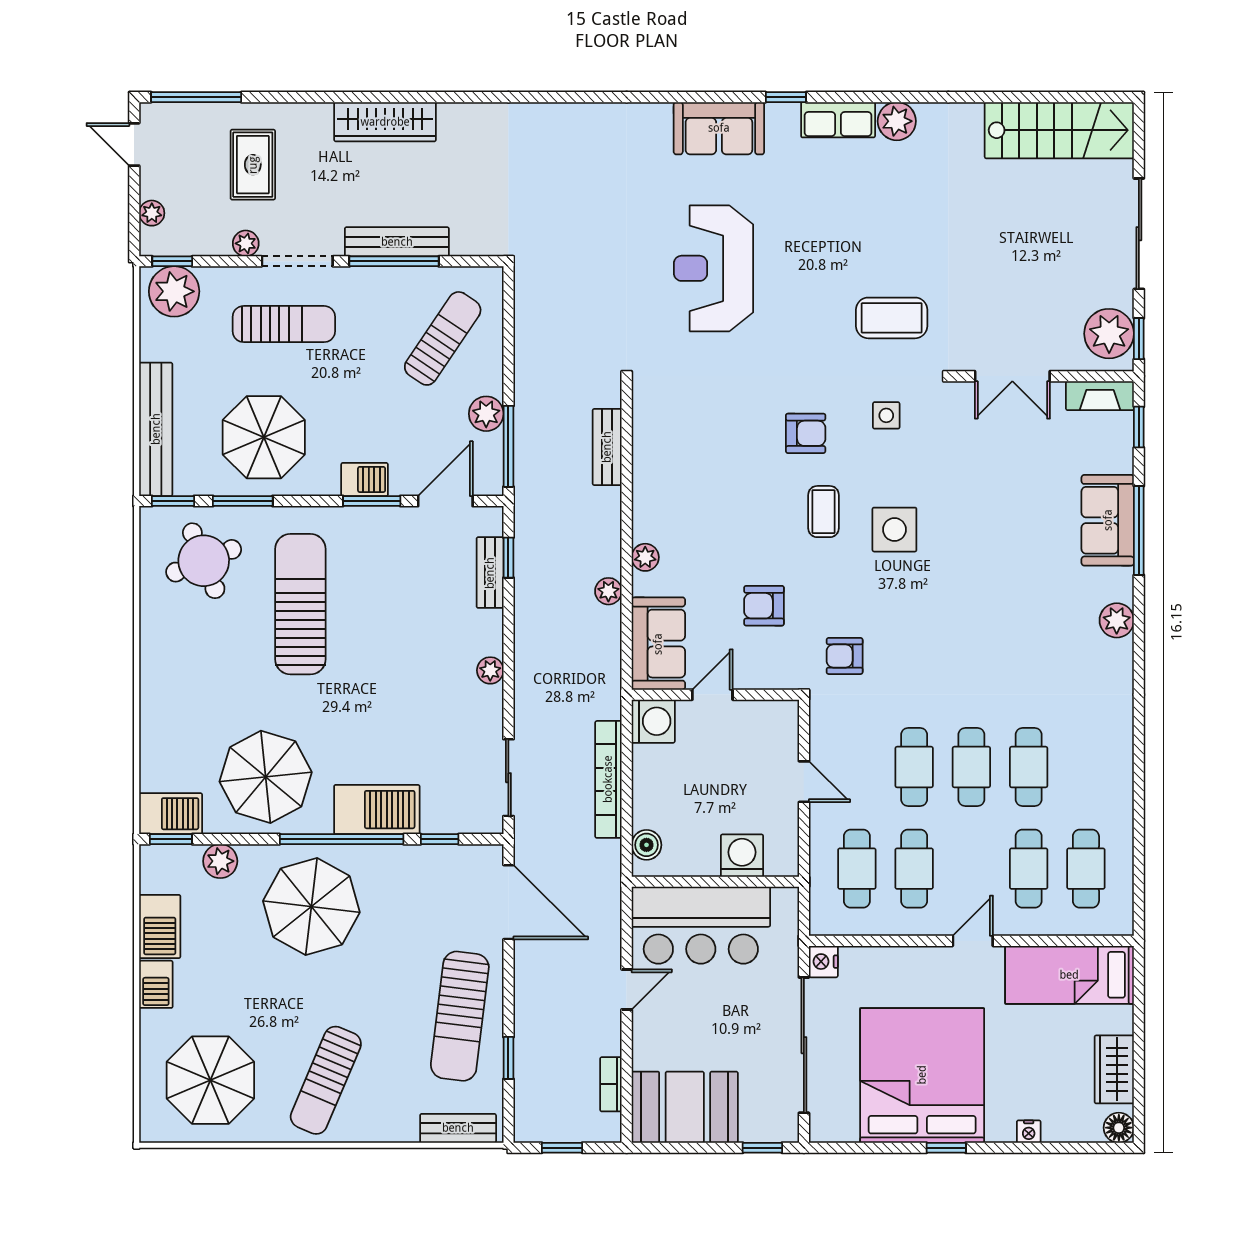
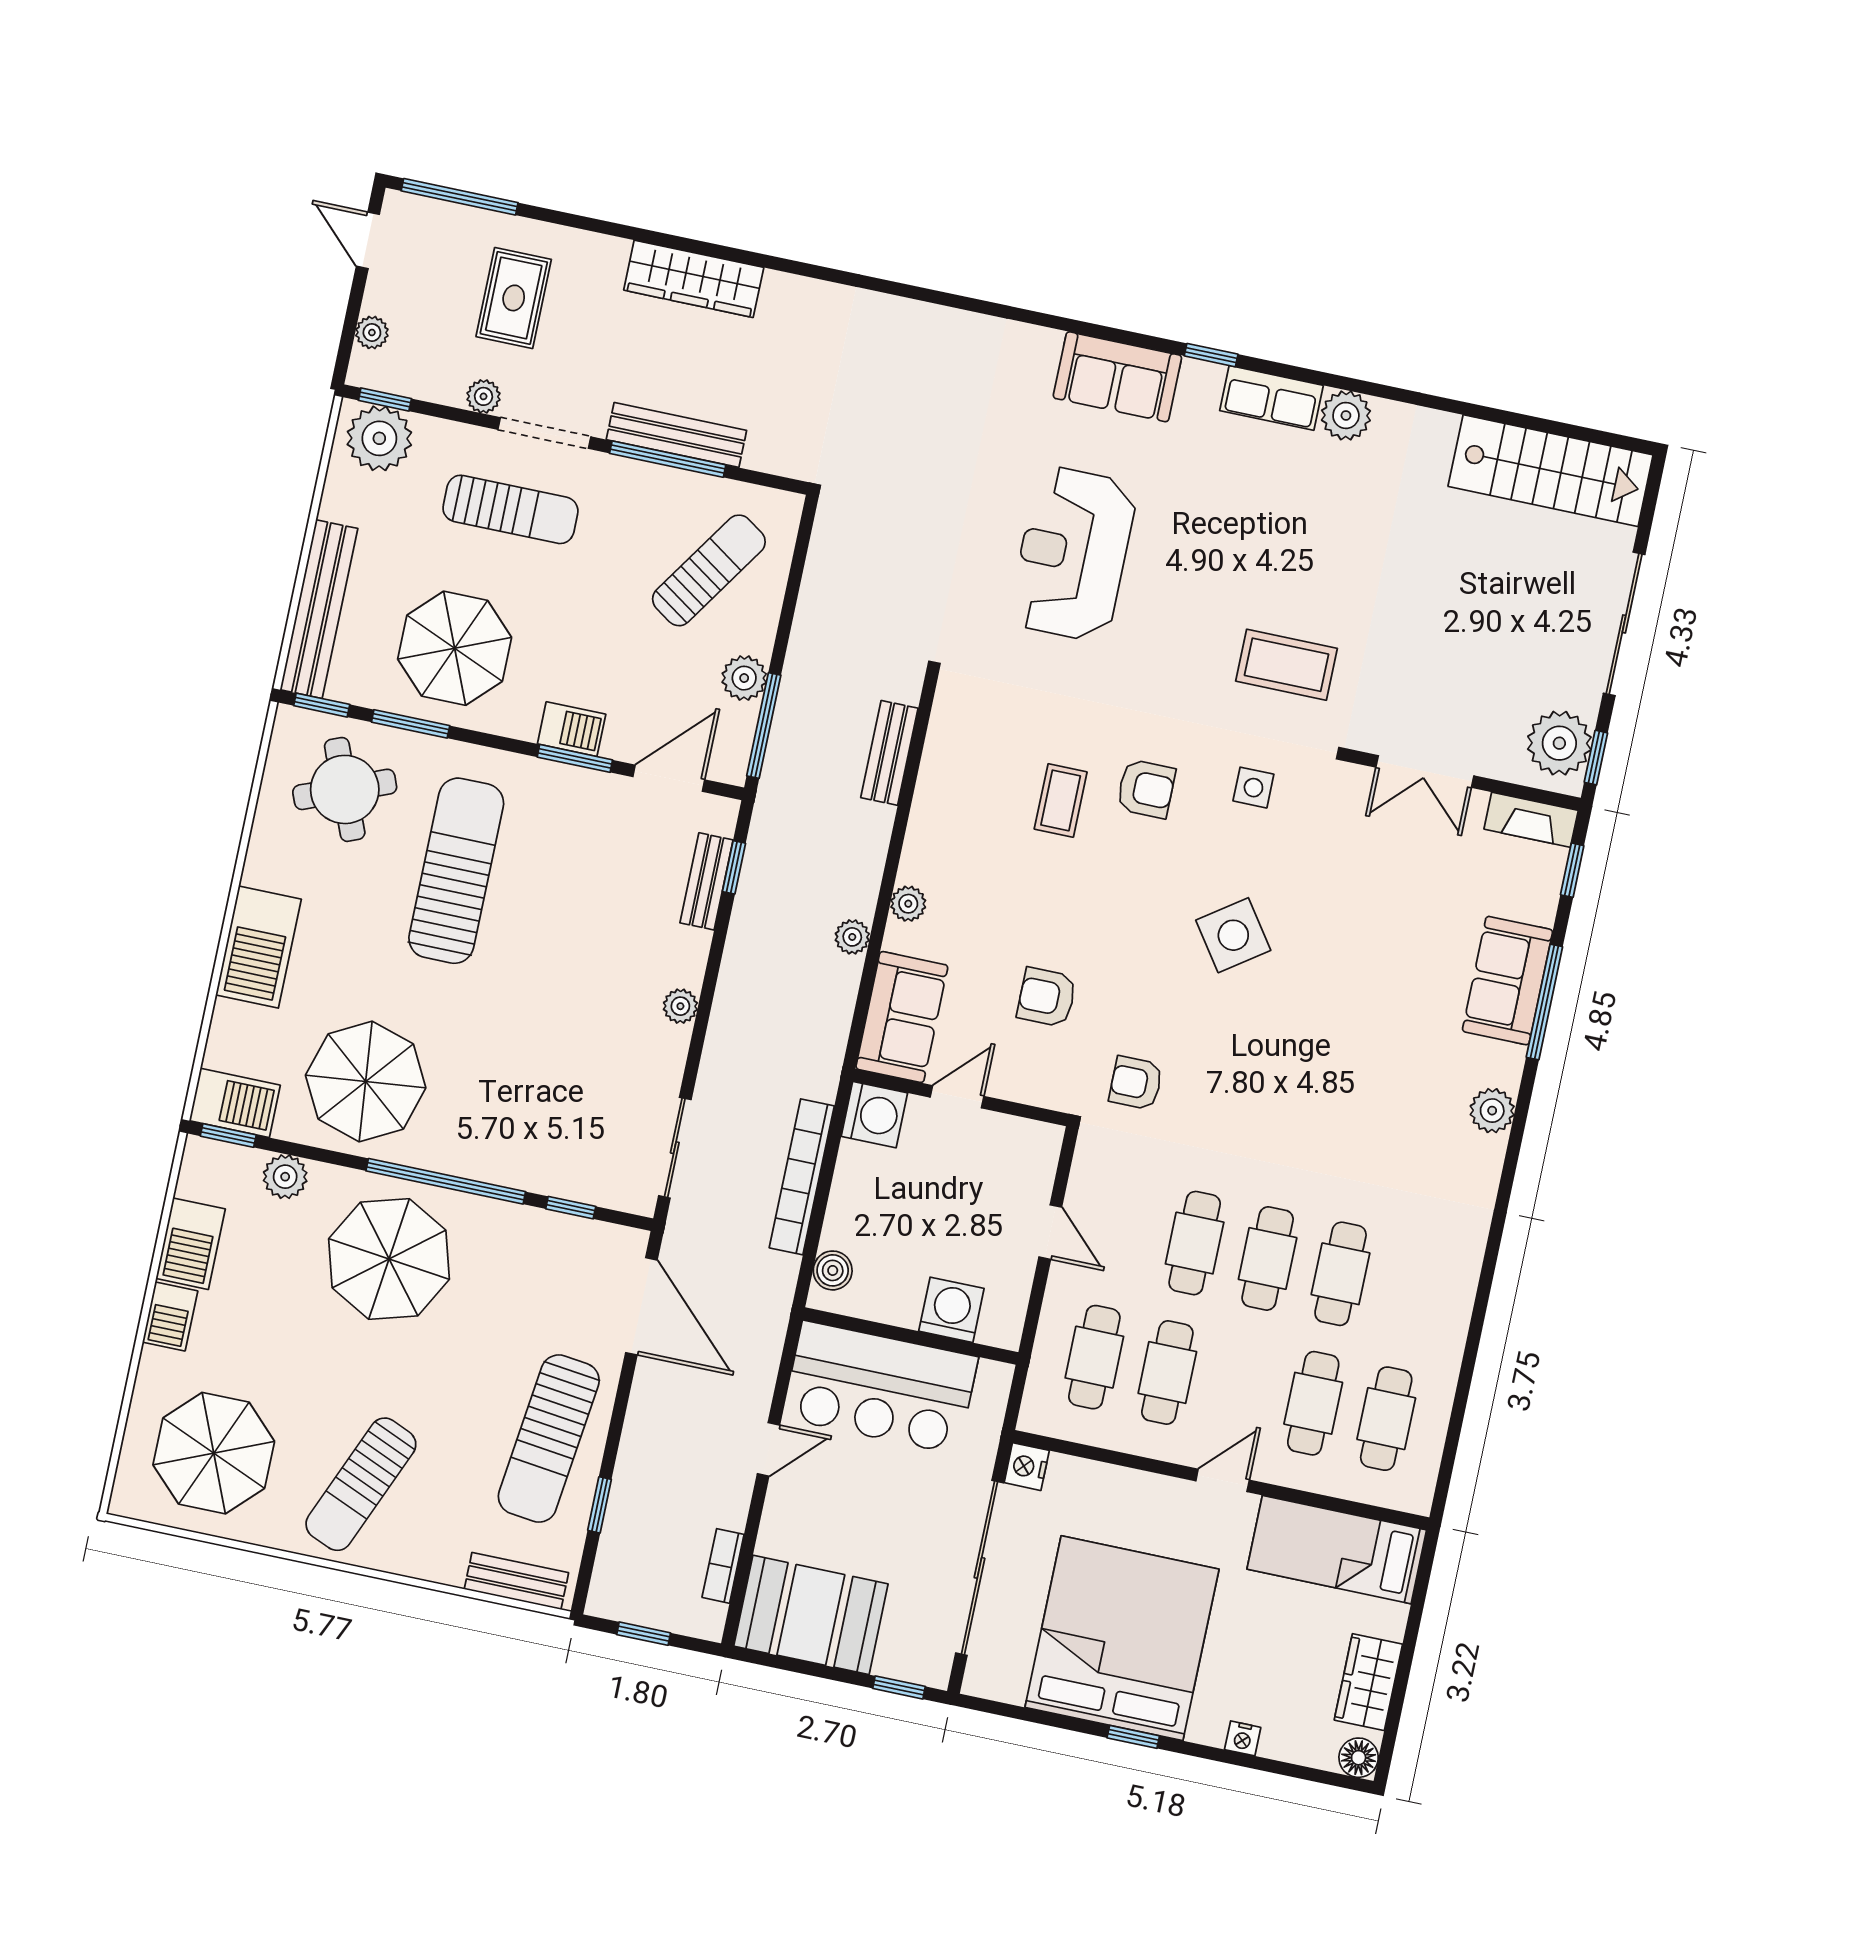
coffee table: (823, 512) -> (1061, 800), moved
side table: (894, 530) -> (1233, 935), turned -35
barbecue: (377, 810) -> (258, 947), moved, turned 90

